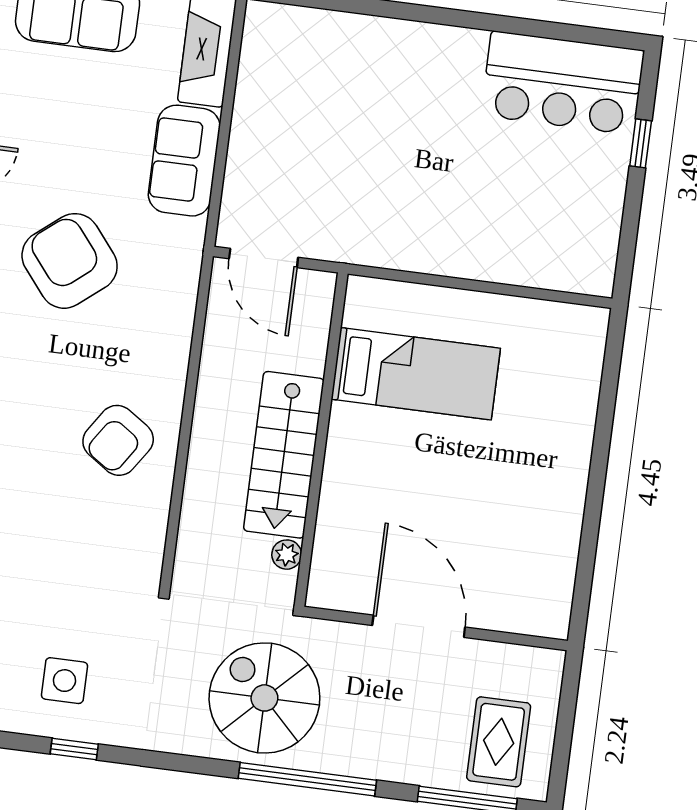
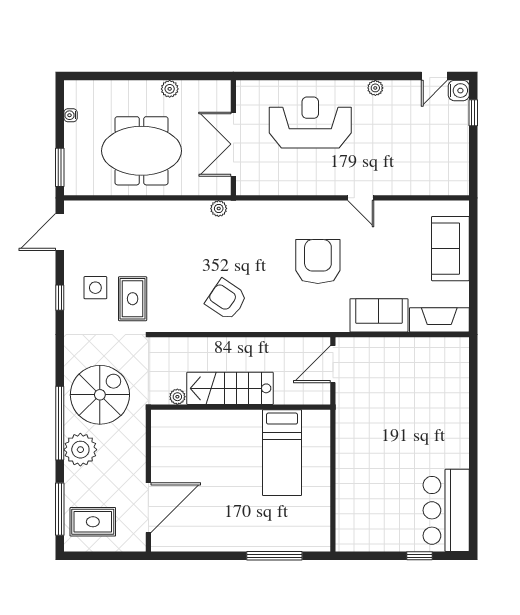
armchair: (70, 261) -> (318, 262), turned -51
window: (606, 413) -> (274, 556), added
rug: (94, 614) -> (133, 299), added
door: (419, 626) -> (148, 508), moved
plant: (362, 747) -> (80, 450), added

